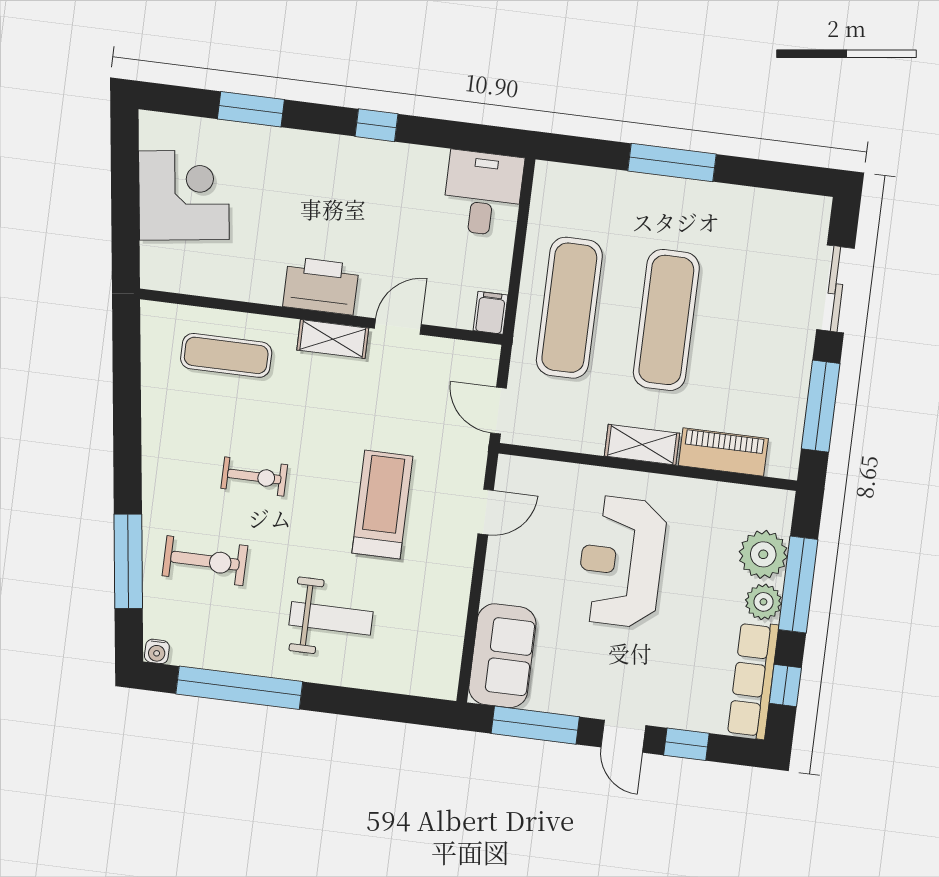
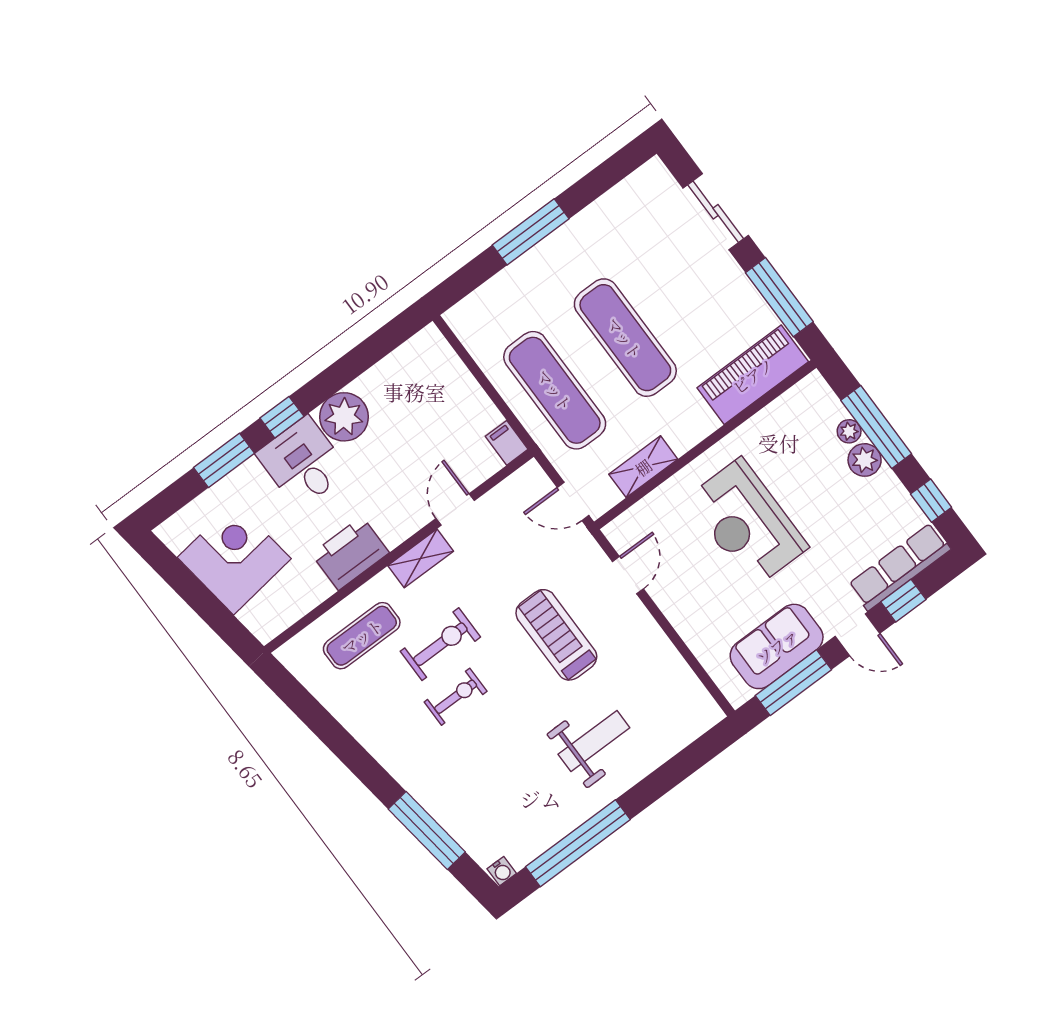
window: (376, 125) -> (282, 417), moved
plant: (380, 167) -> (344, 417), added
desk: (483, 193) -> (303, 463), moved
printer: (321, 286) -> (350, 553), moved
shelving: (642, 445) -> (643, 467), moved
piano: (723, 452) -> (753, 375), width x1.37, depth x1.33
plant: (763, 554) -> (849, 431), width x0.53, depth x0.53
exercise bike: (205, 561) -> (440, 644), moved
sofa: (502, 656) -> (777, 646), moved, turned -90
row of seats: (753, 680) -> (899, 567), moved, turned 90

